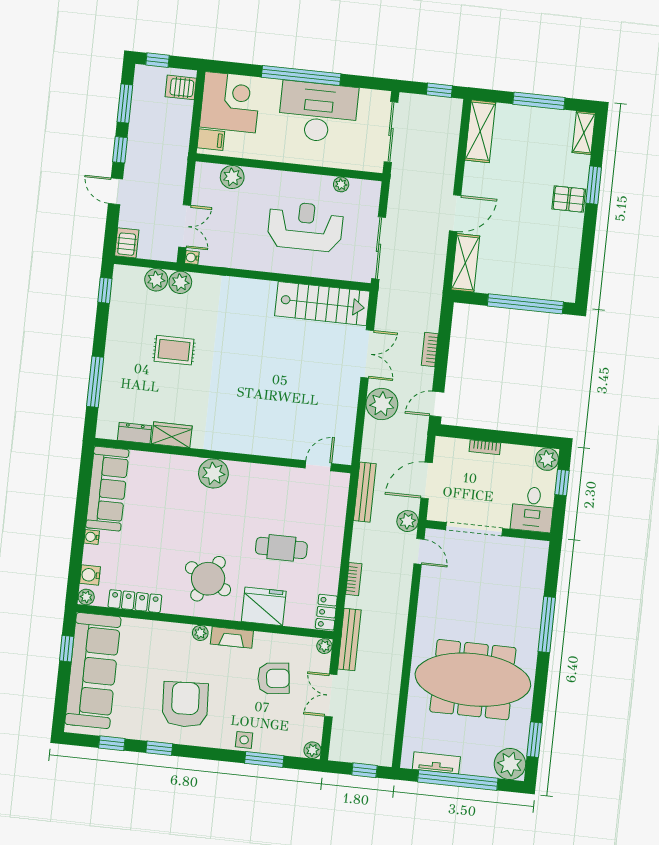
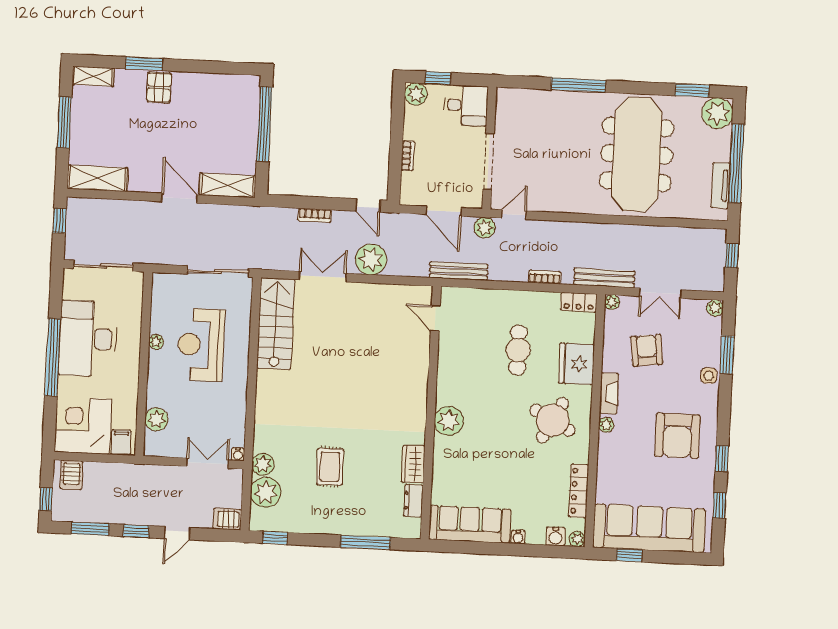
plant: (341, 184) -> (156, 342), moved
plant: (156, 280) -> (266, 492), width x1.36, depth x1.36
armchair: (185, 705) -> (677, 436), turned -87

